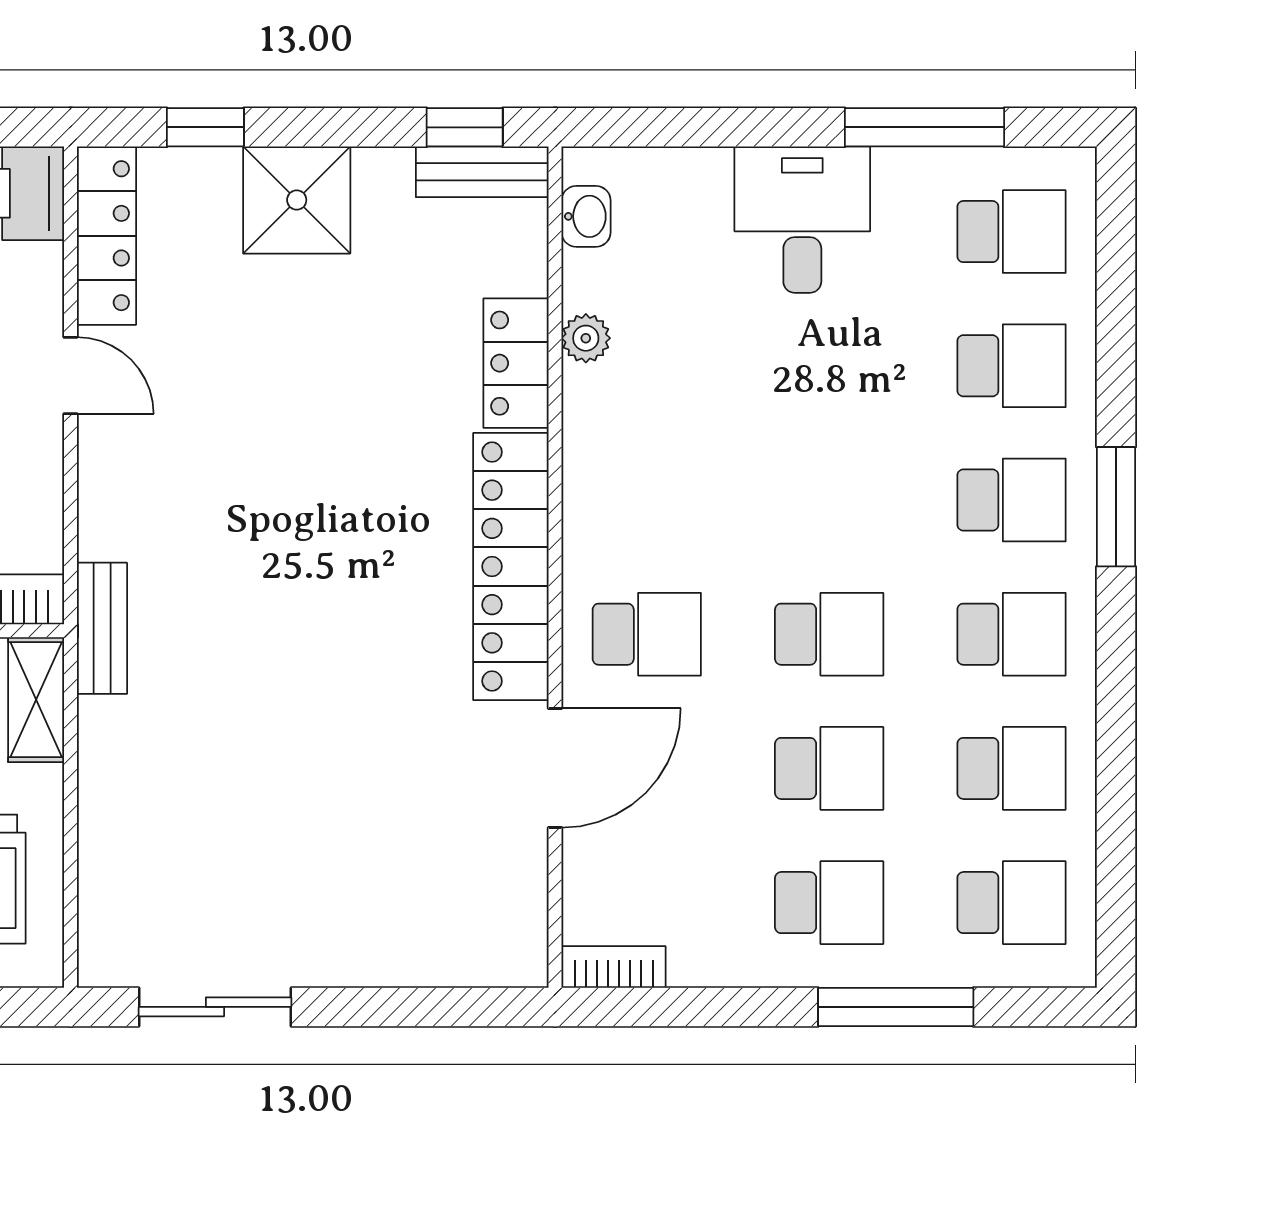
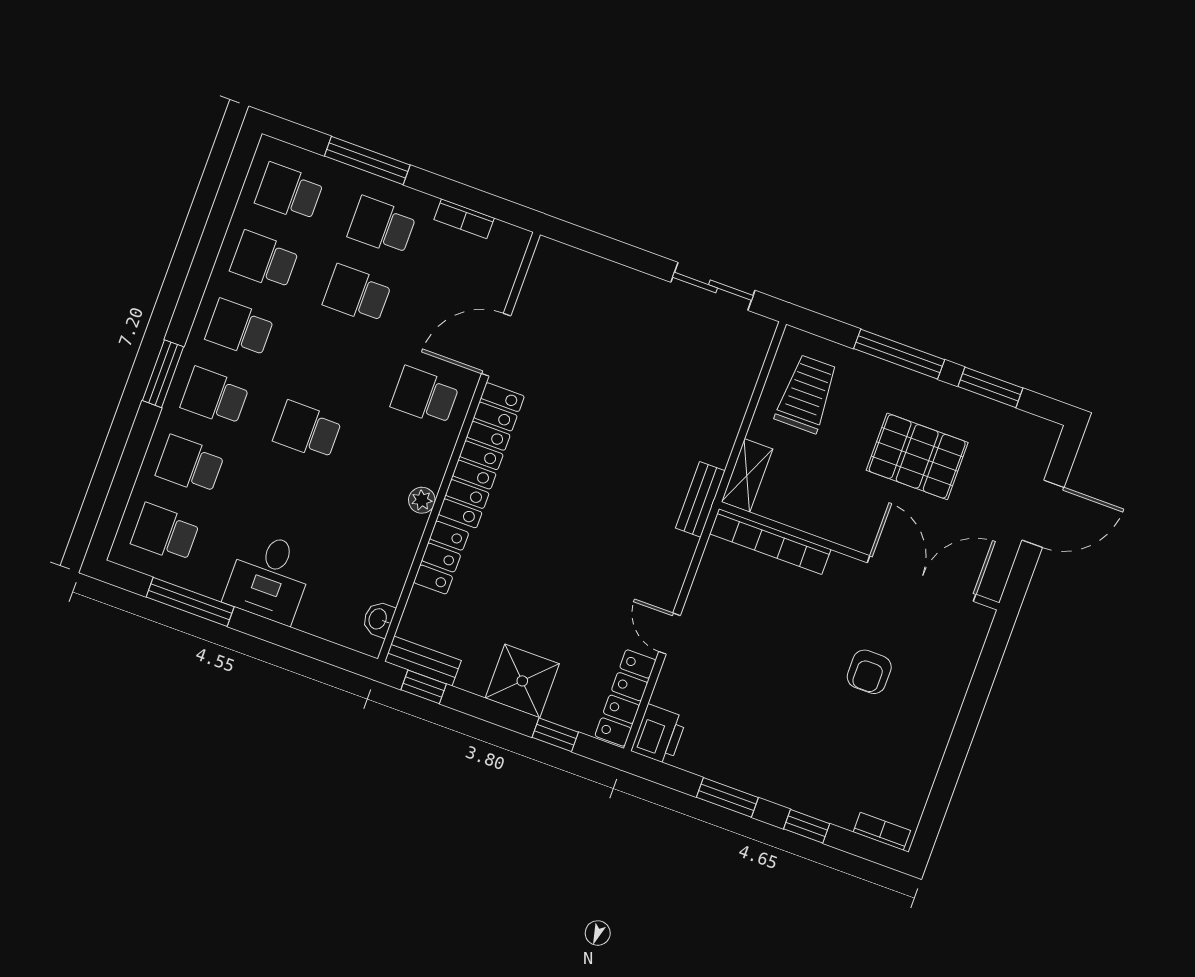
plant: (586, 338) -> (422, 500), moved
school desk: (829, 634) -> (307, 430), moved
bookcase: (614, 967) -> (464, 219), moved

